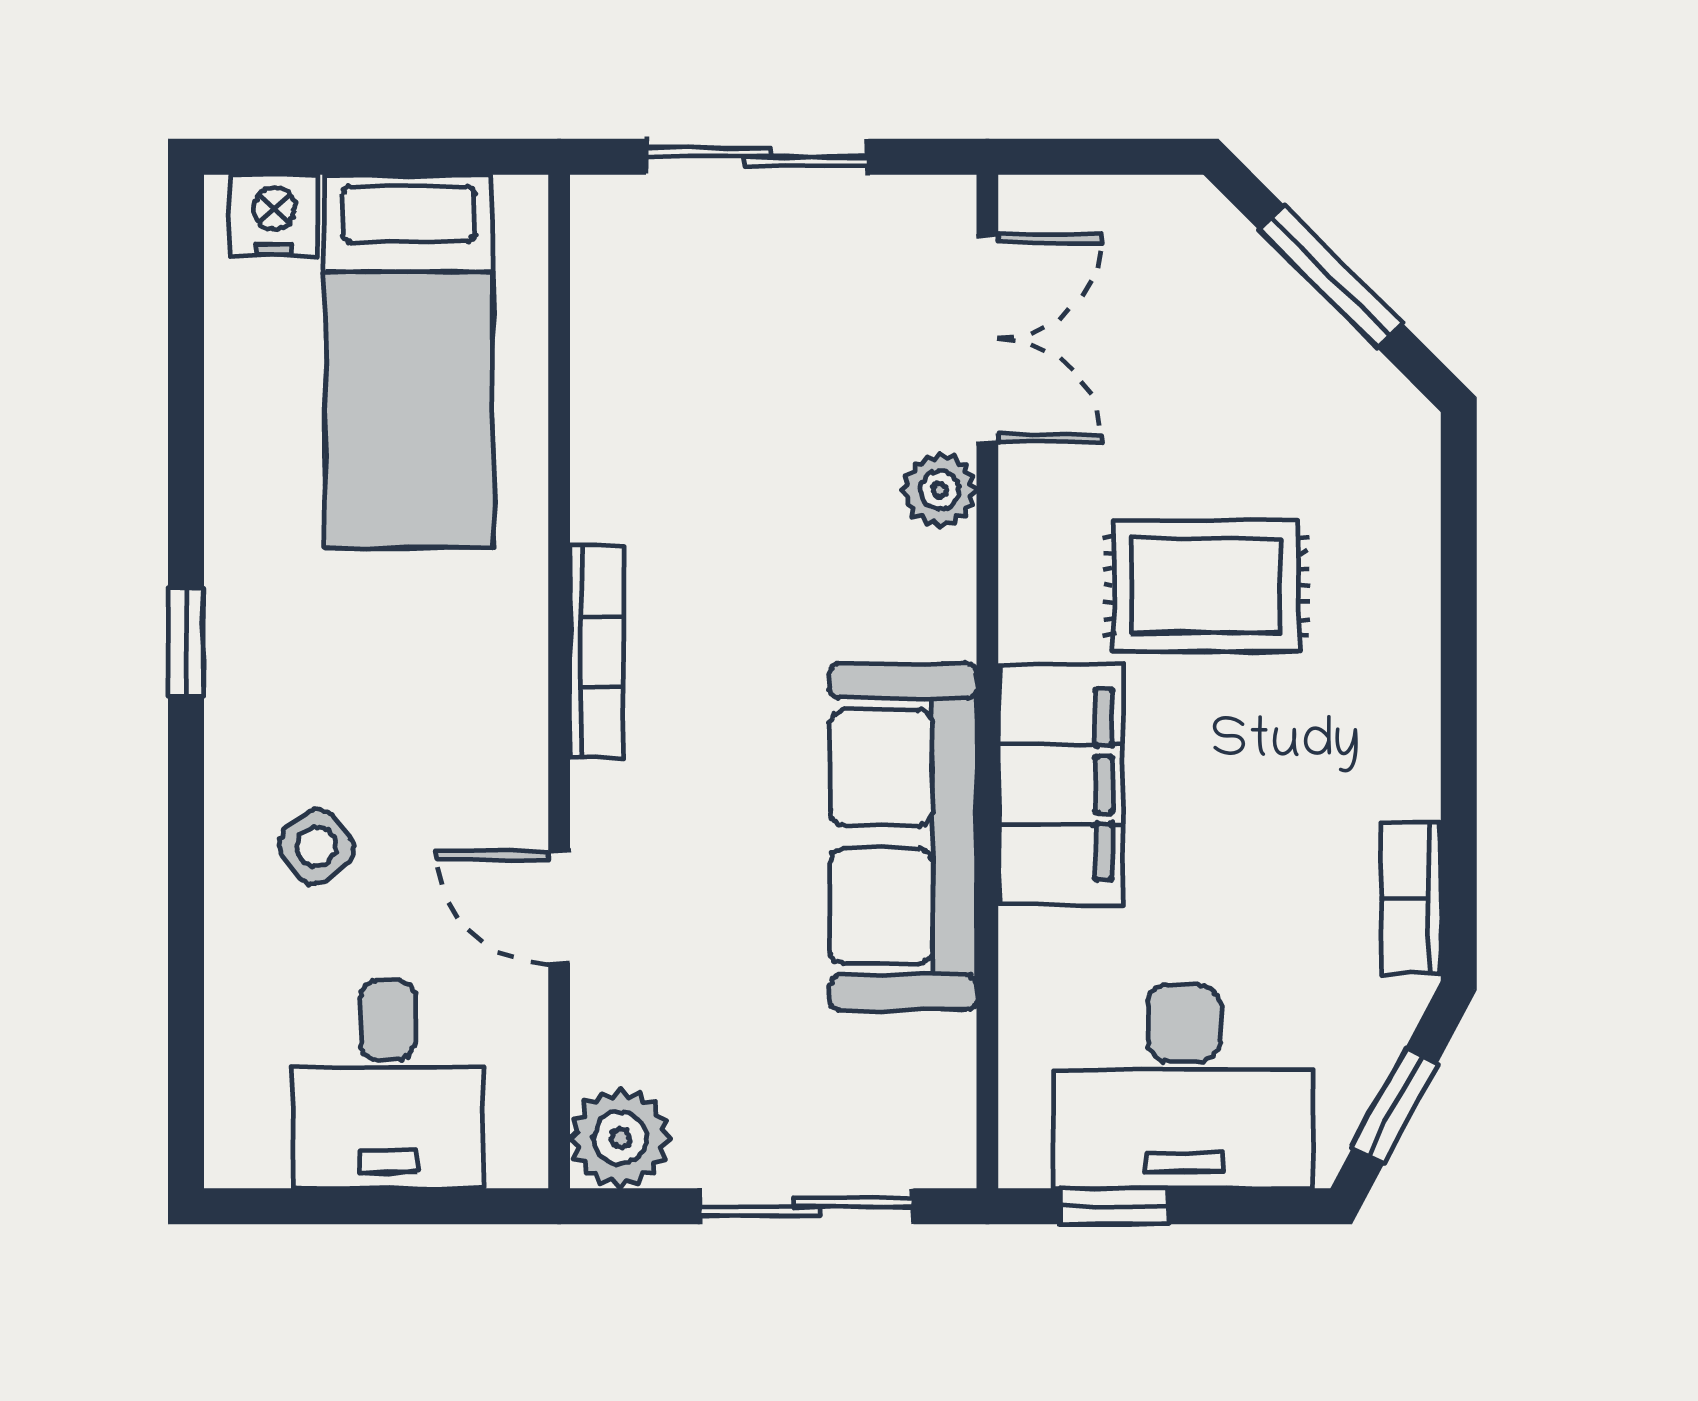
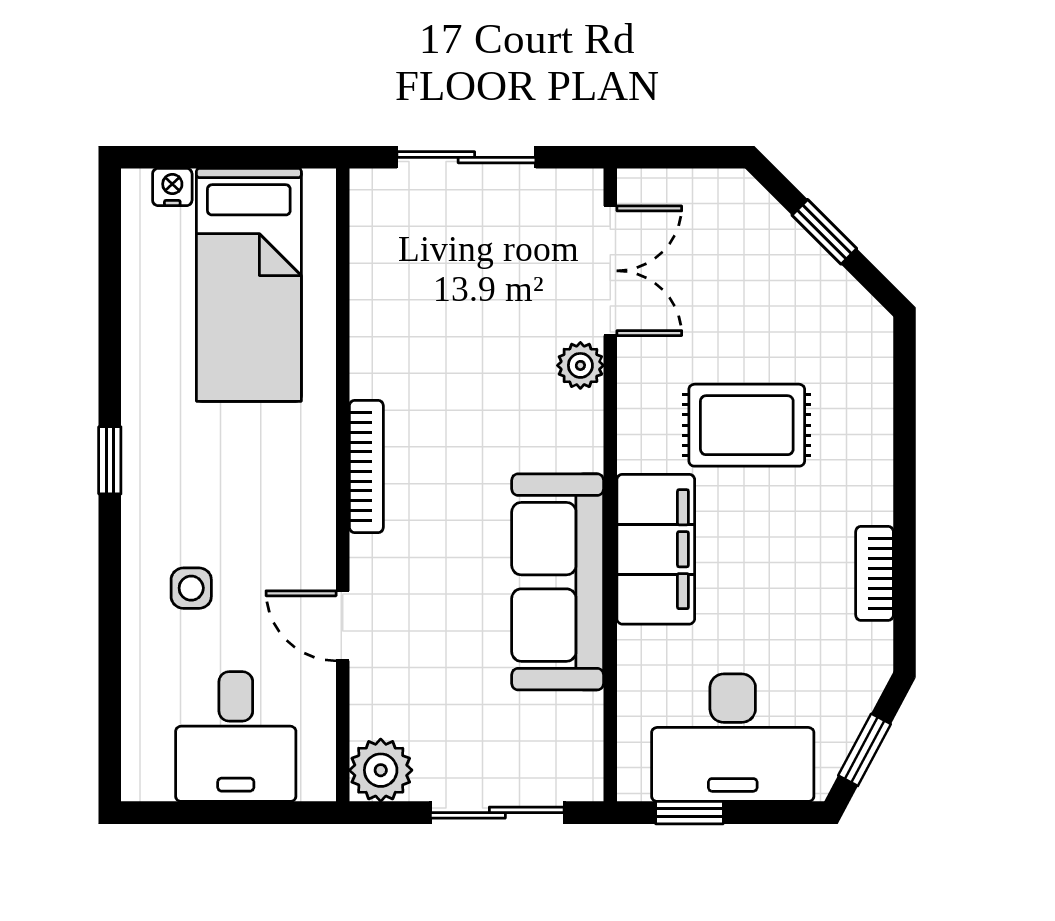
nightstand: (274, 215) -> (172, 187), width x0.72, depth x0.74
window: (1330, 276) -> (824, 232), width x0.67
side table: (316, 847) -> (191, 588), turned 37
bookcase: (1411, 898) -> (875, 573), moved

